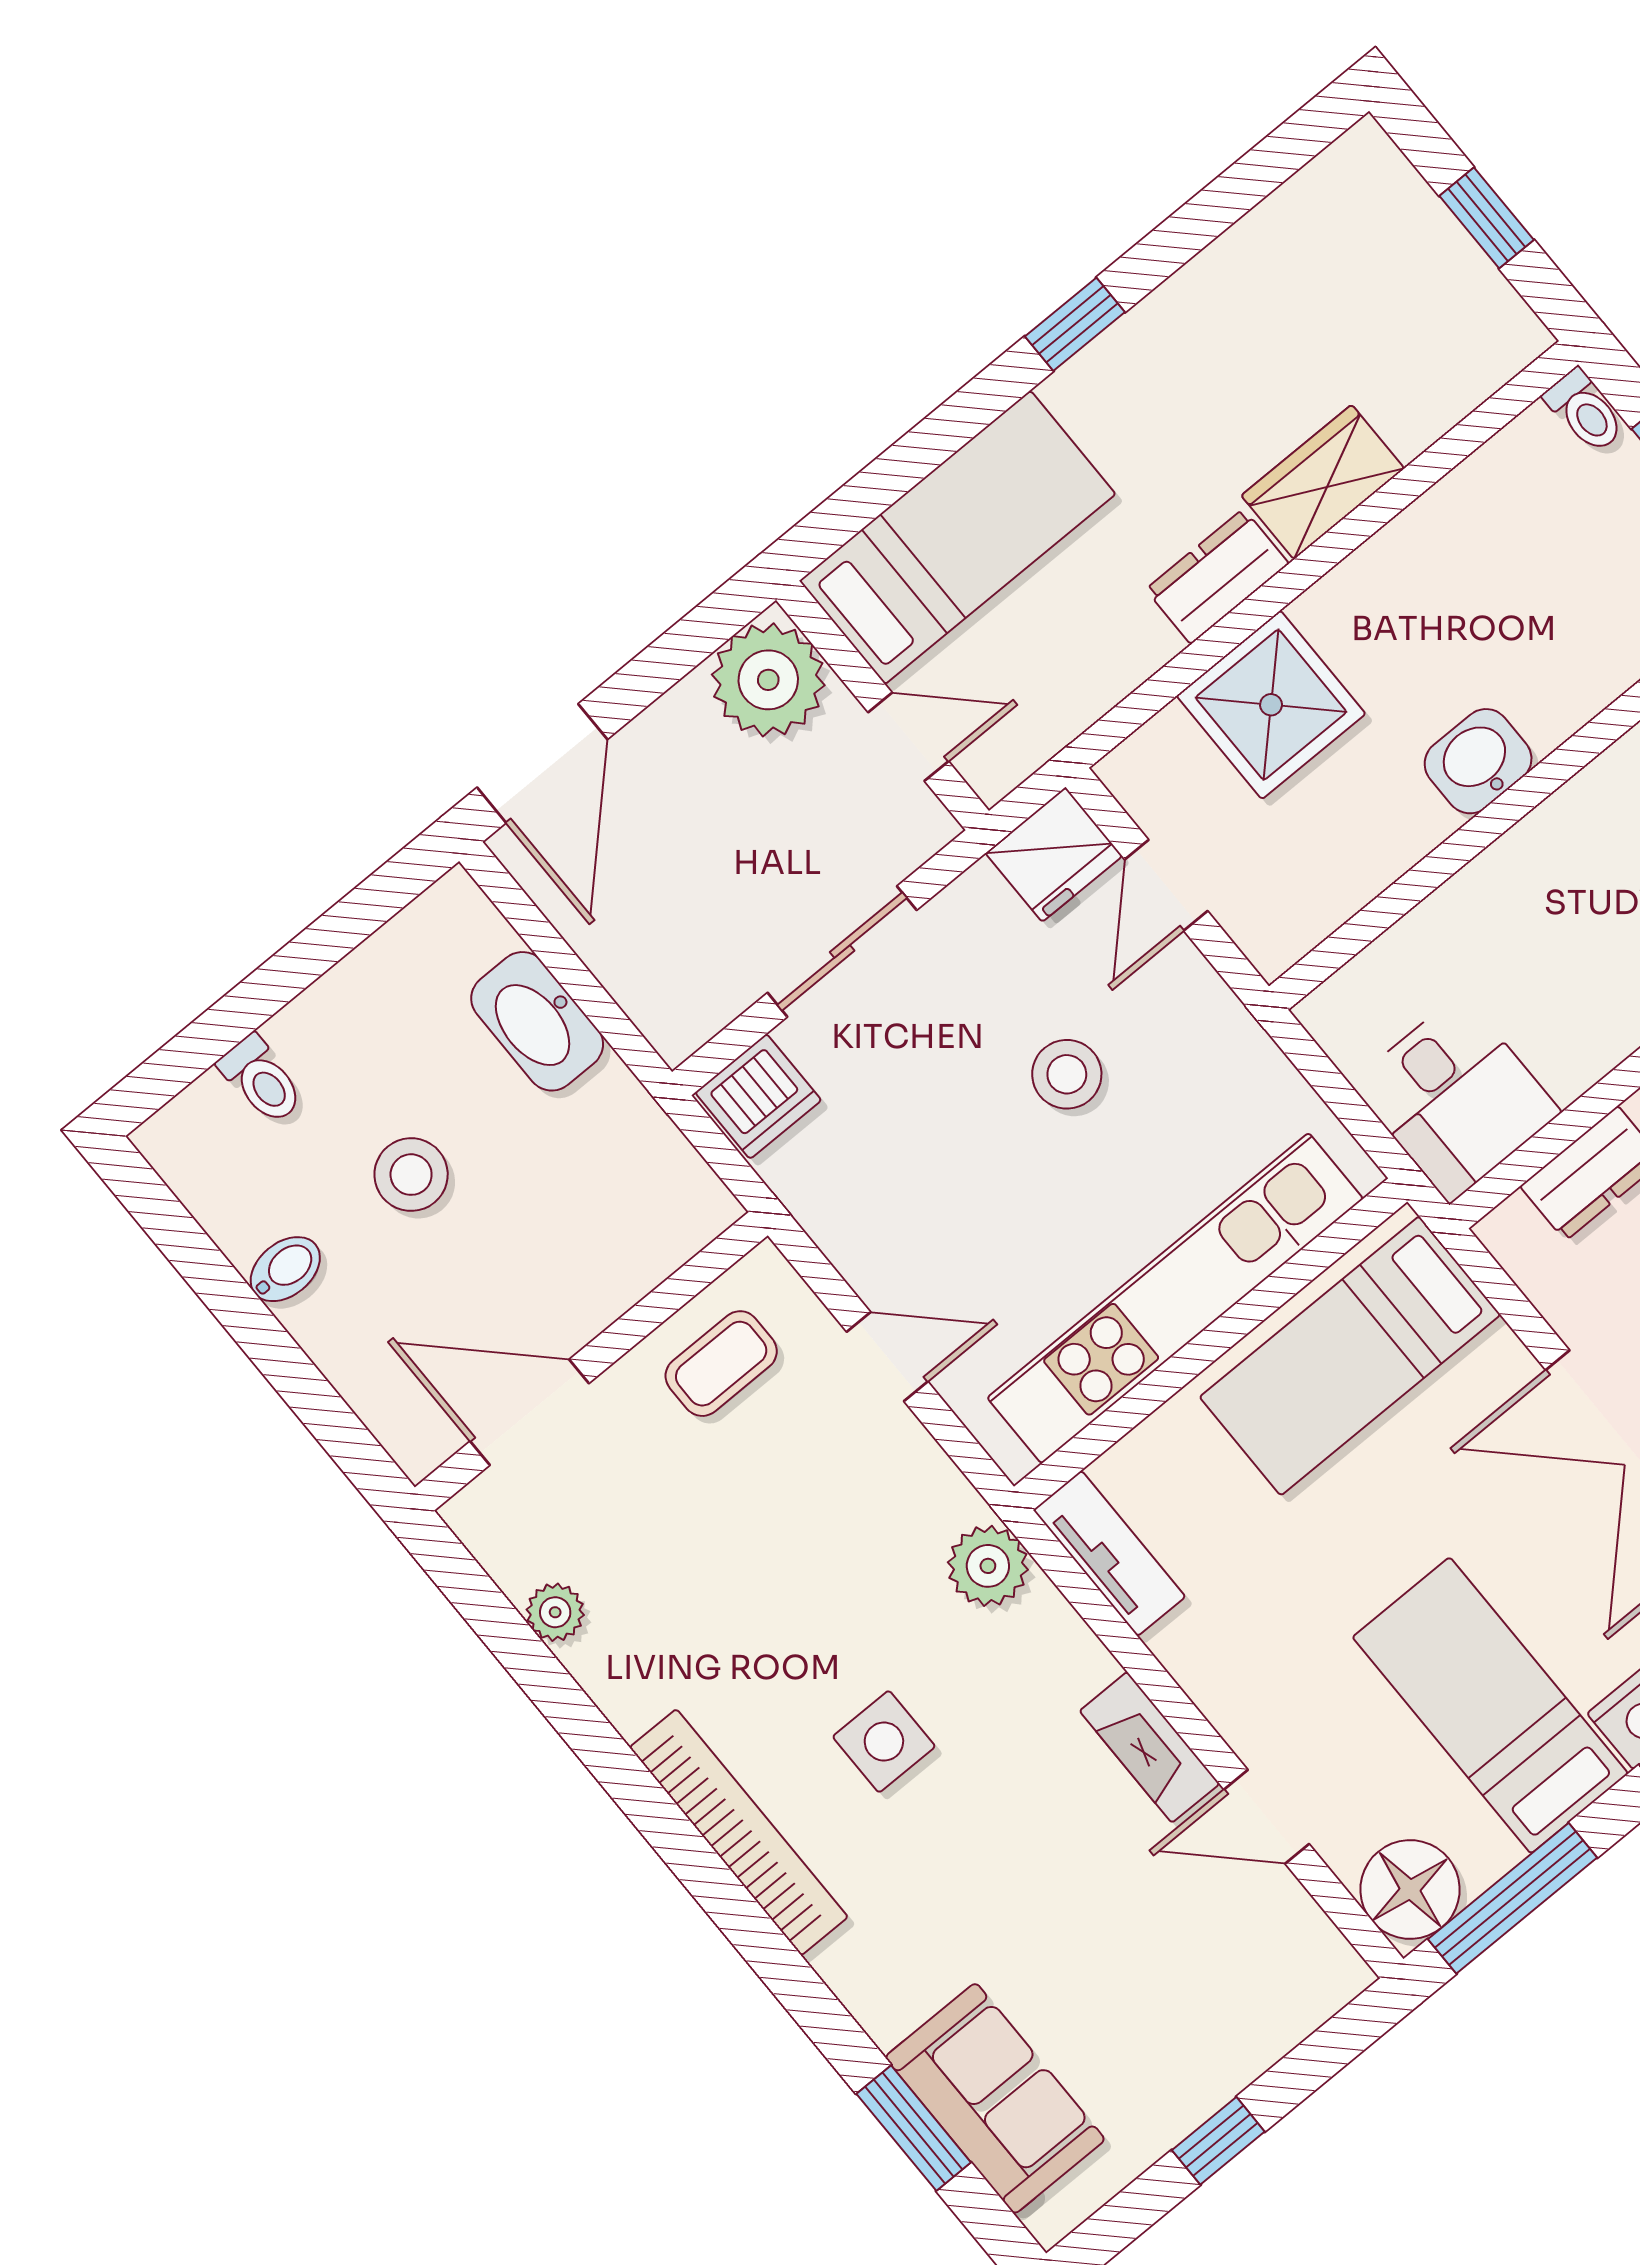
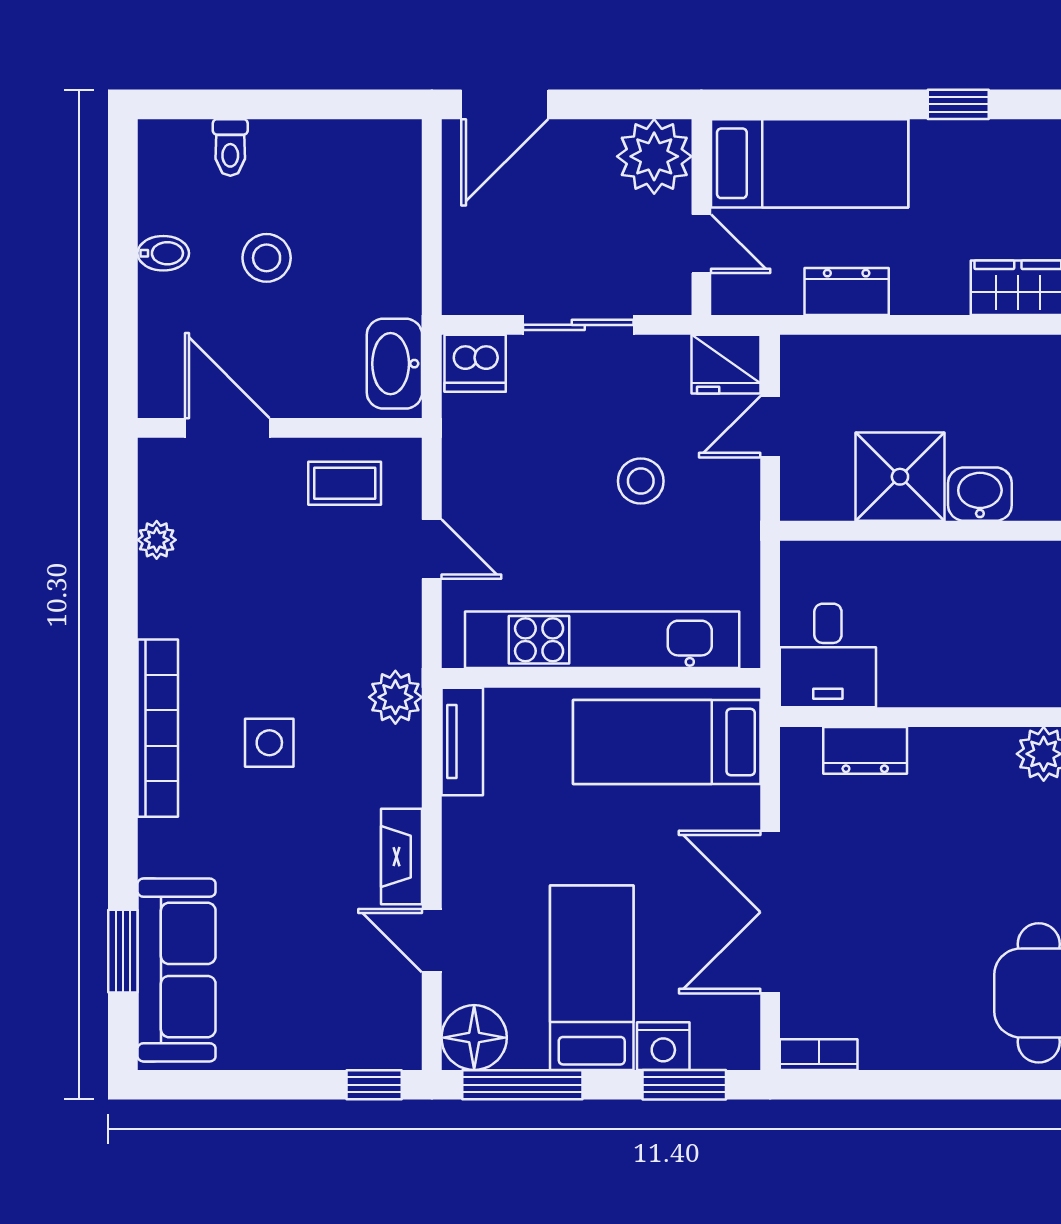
dresser: (1217, 576) -> (847, 292), moved
shower: (1271, 705) -> (900, 477), moved
washbasin: (537, 1021) -> (394, 364), moved
sofa: (995, 2098) -> (177, 970), width x1.36
window: (1218, 2141) -> (374, 1085), moved

